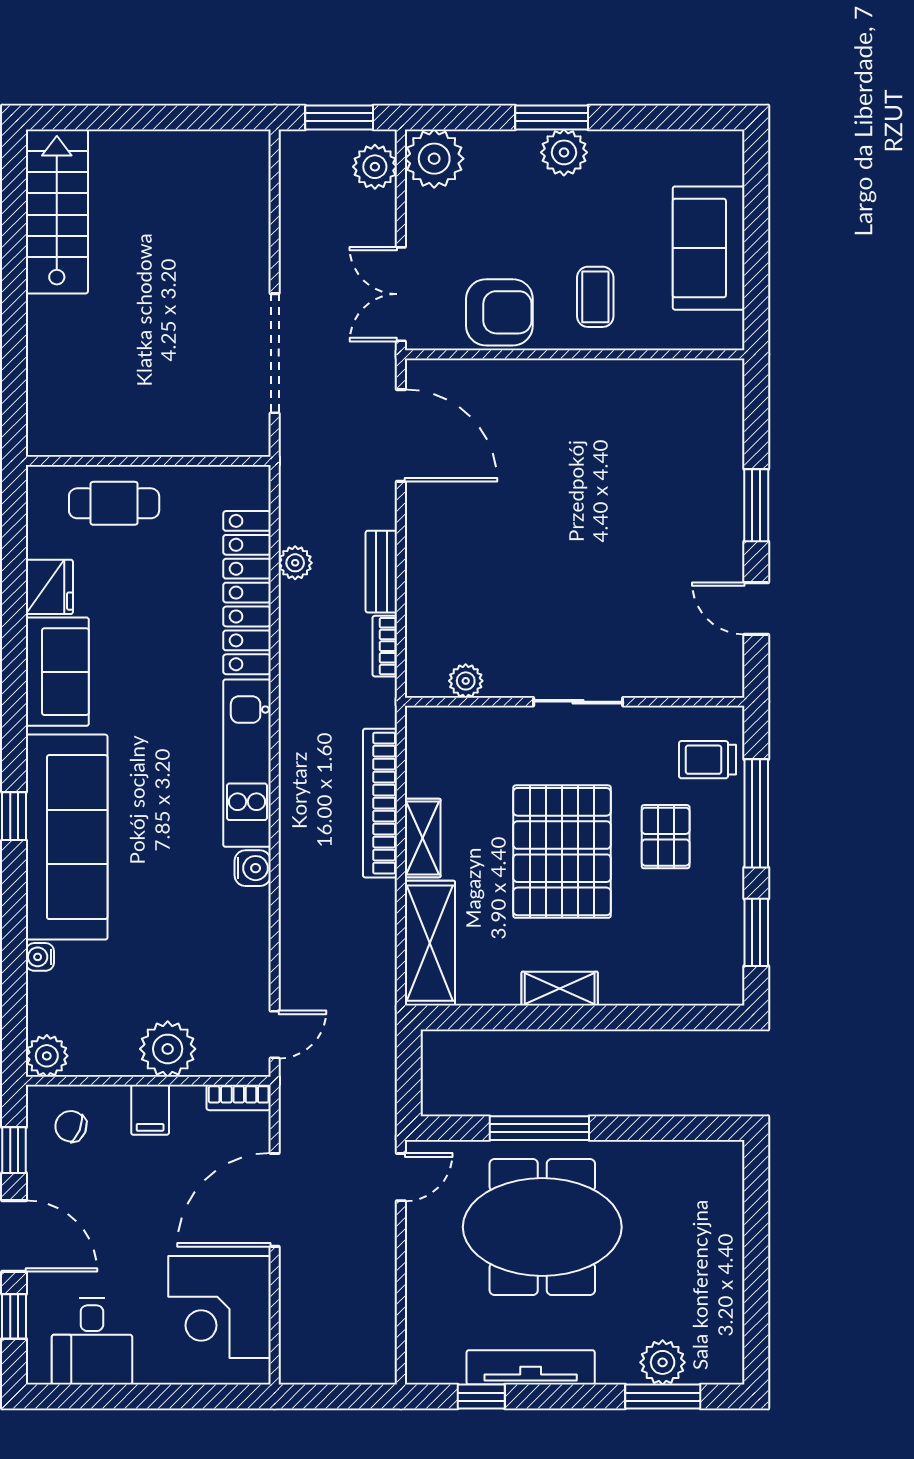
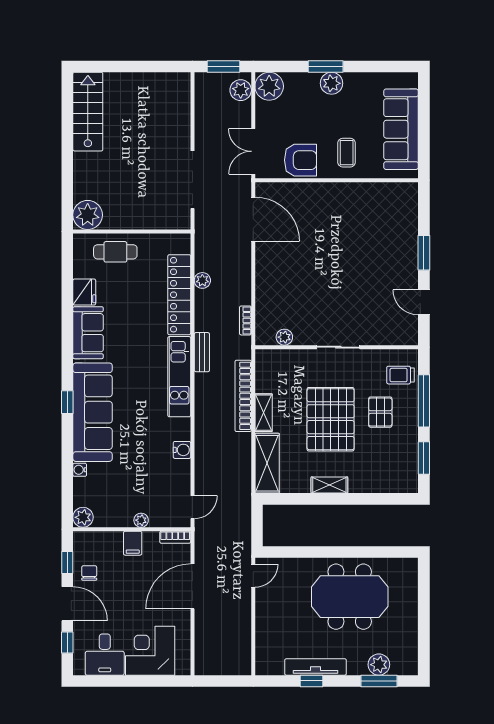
sofa: (709, 248) -> (401, 129), width x1.36
plant: (56, 426) -> (88, 215), added
bench: (381, 572) -> (202, 352), moved
water cooler: (253, 868) -> (182, 450), moved
plant: (168, 1049) -> (141, 520), width x0.53, depth x0.53
chair: (71, 1126) -> (89, 573), moved, turned 68
window: (539, 1128) -> (320, 552), removed
meeting table: (542, 1227) -> (350, 597), moved
corner desk: (219, 1307) -> (150, 651), moved, turned 90
window: (481, 1397) -> (312, 681), moved

